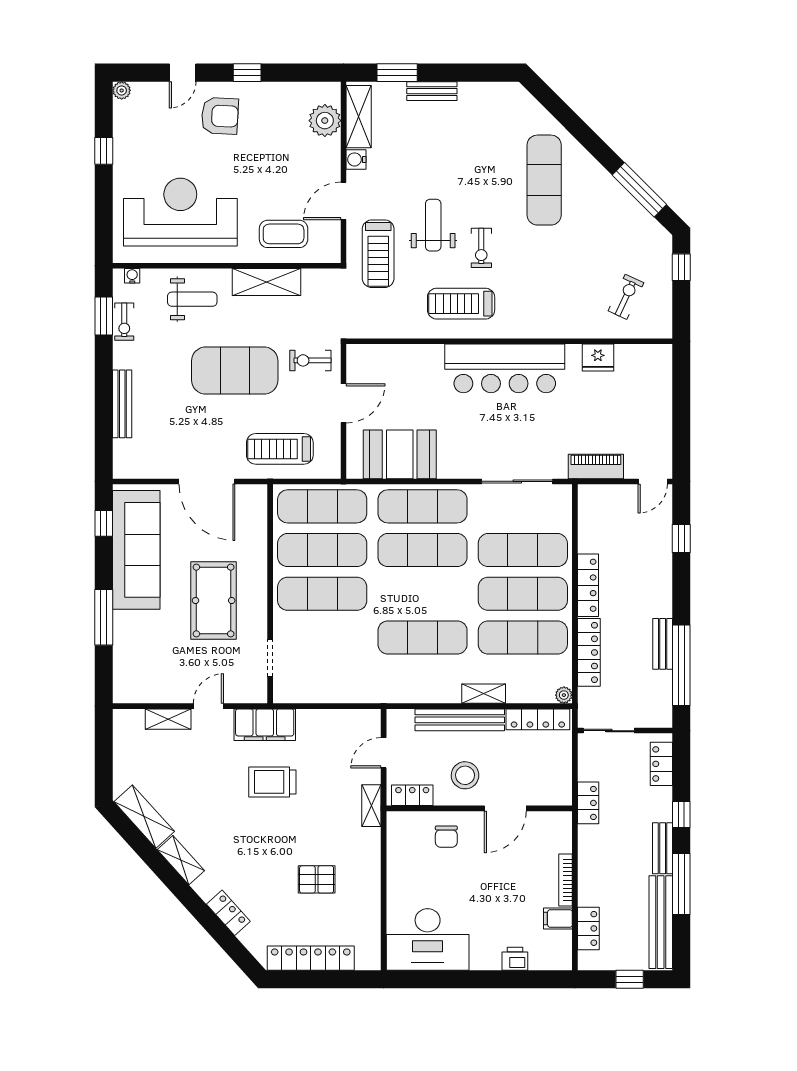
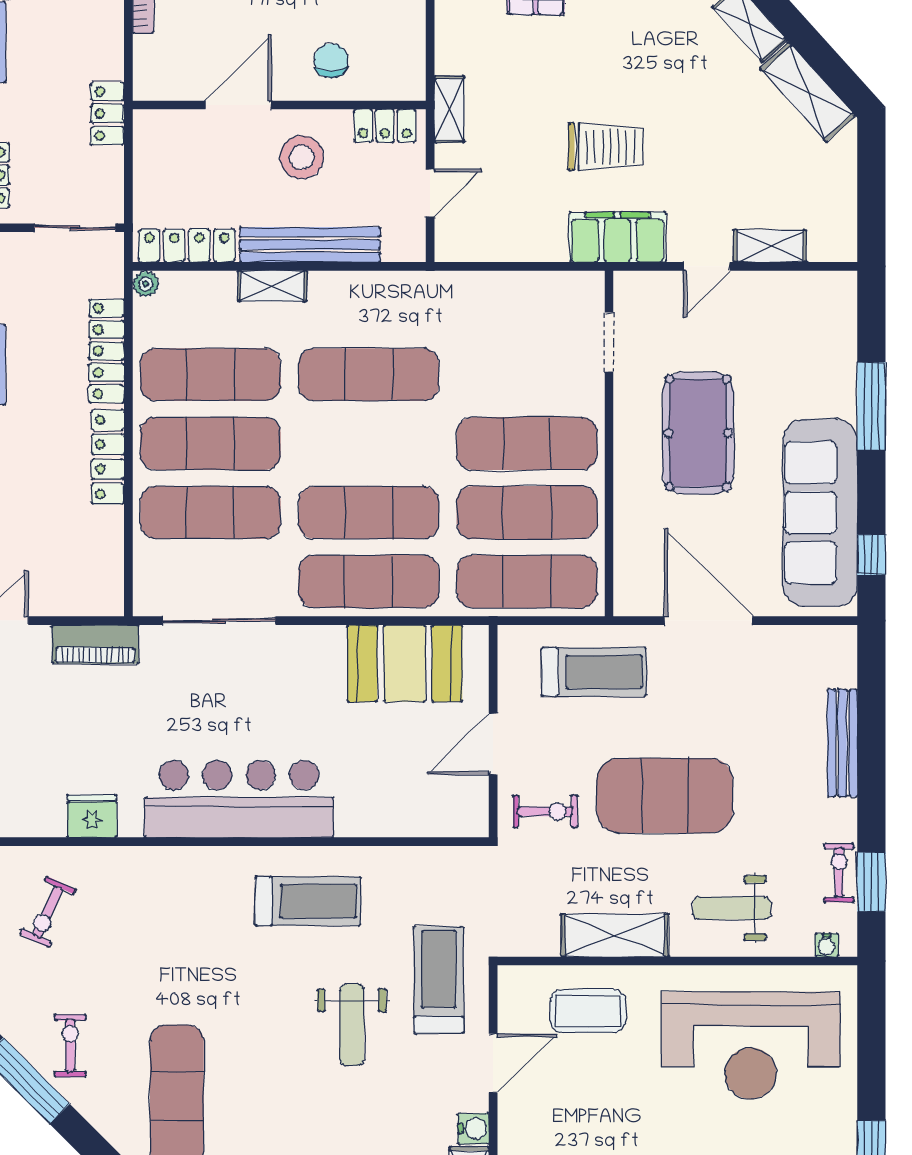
exercise bike: (481, 248) -> (70, 1046), moved

